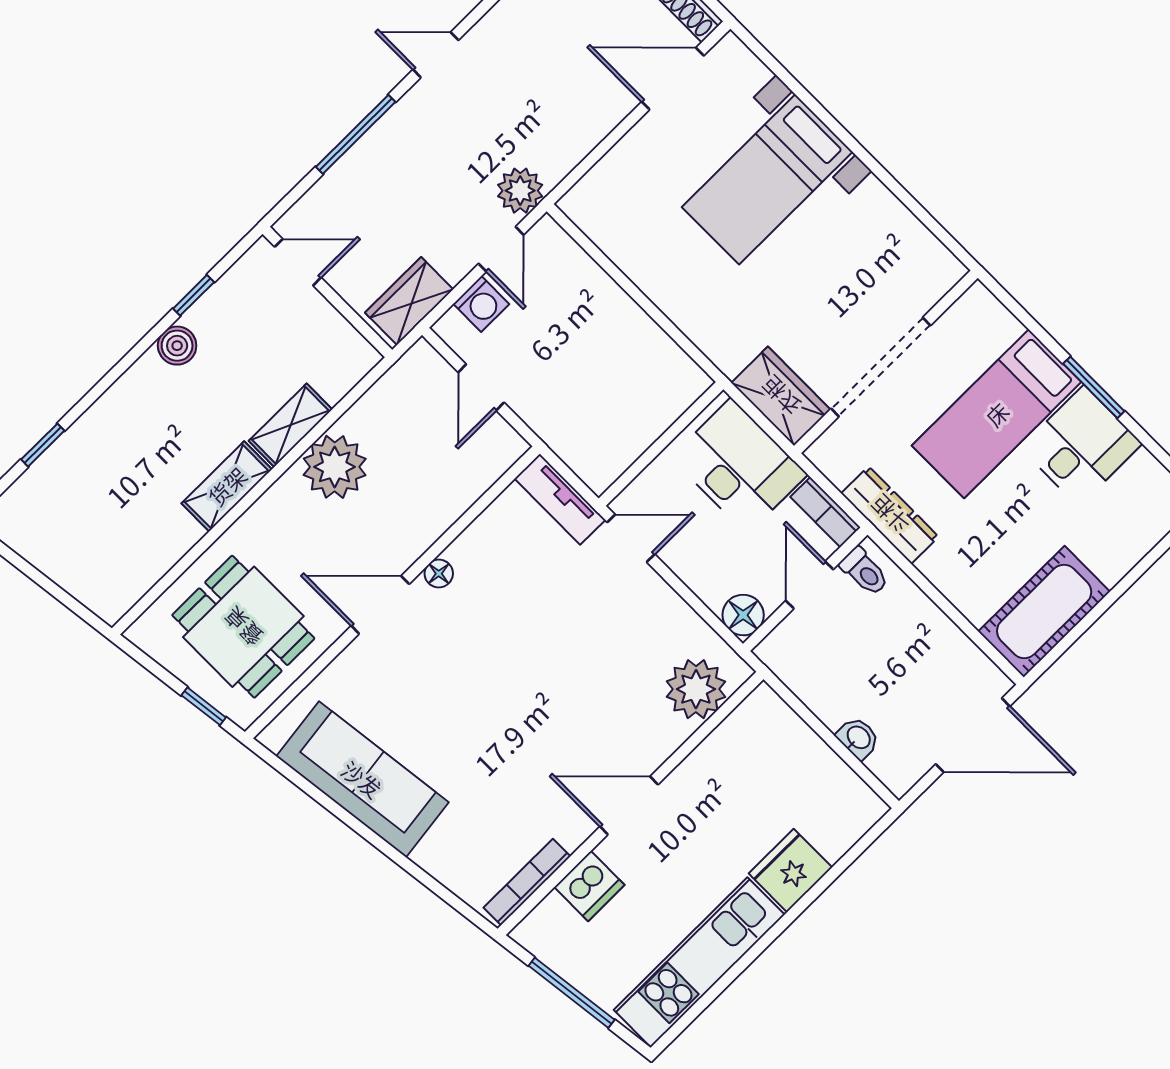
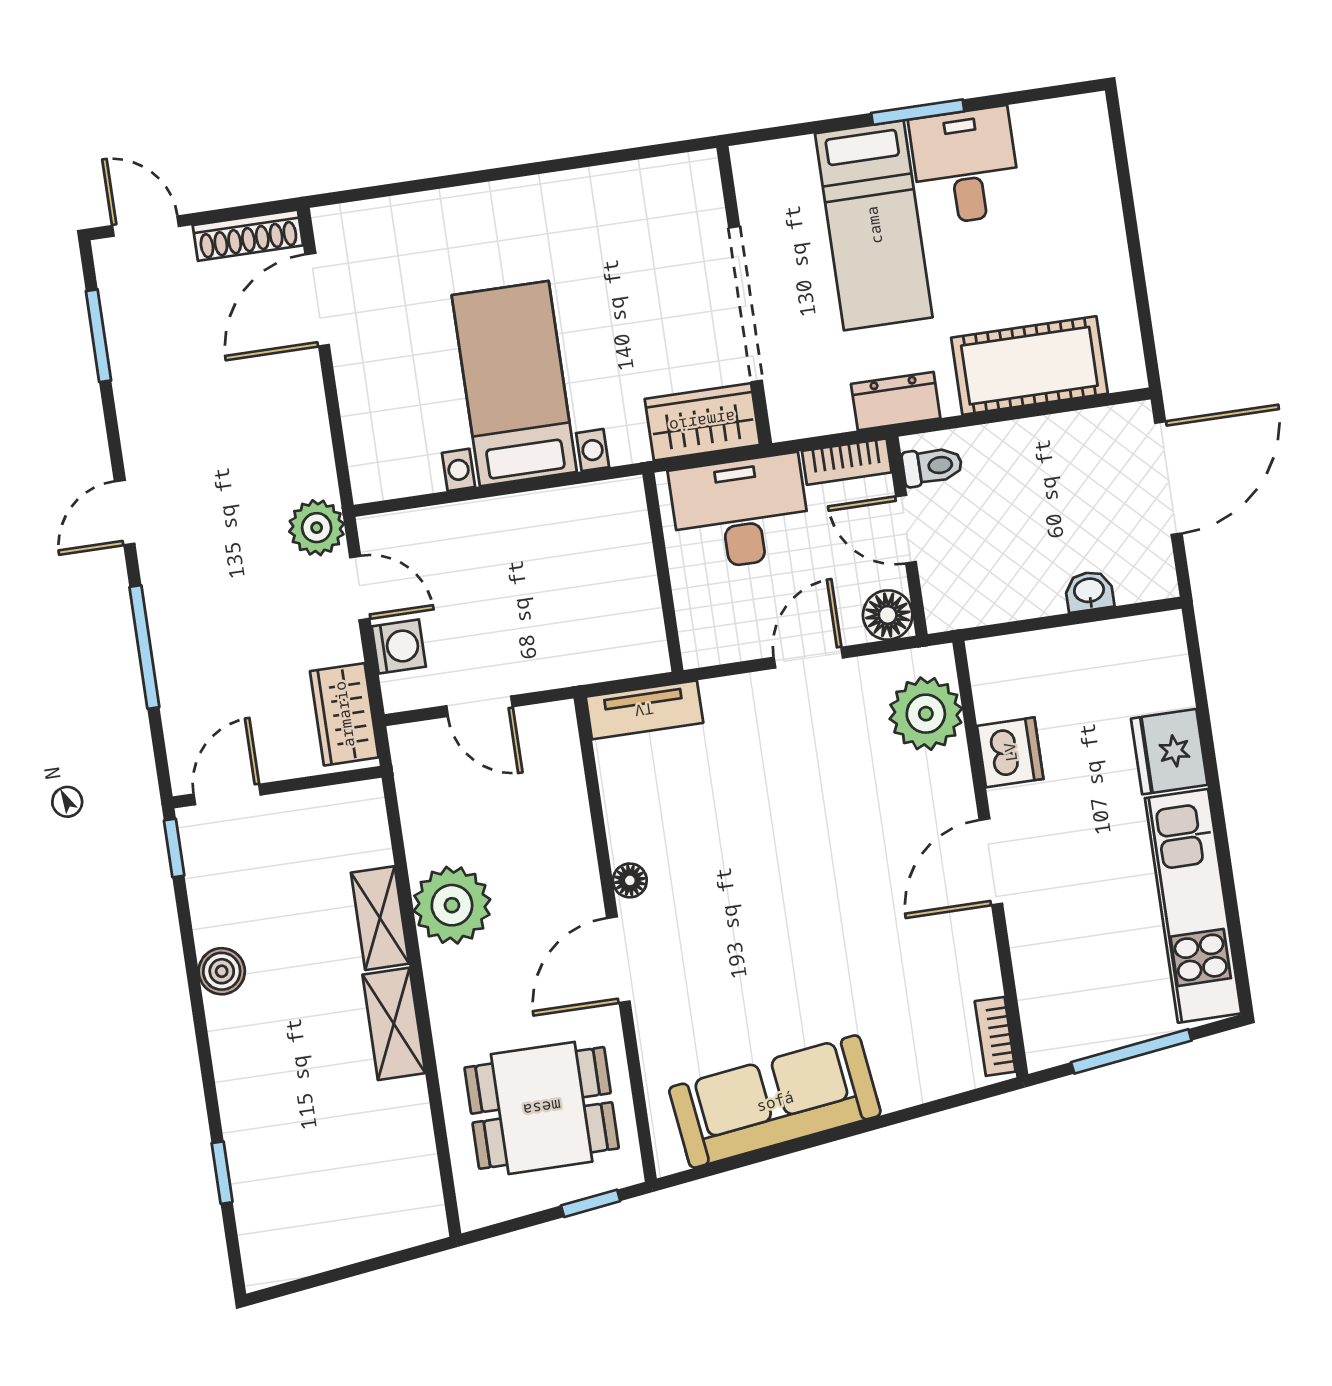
bed with nightstands: (767, 179) -> (514, 384), moved, turned 180
window: (194, 295) -> (174, 848), moved
dresser: (890, 515) -> (896, 401), width x0.70
door: (631, 538) -> (808, 658), moved
cot: (1044, 612) -> (1029, 366), moved, turned 90
bookcase: (527, 882) -> (995, 1036), width x0.64
dishwasher: (589, 886) -> (1010, 752), moved

